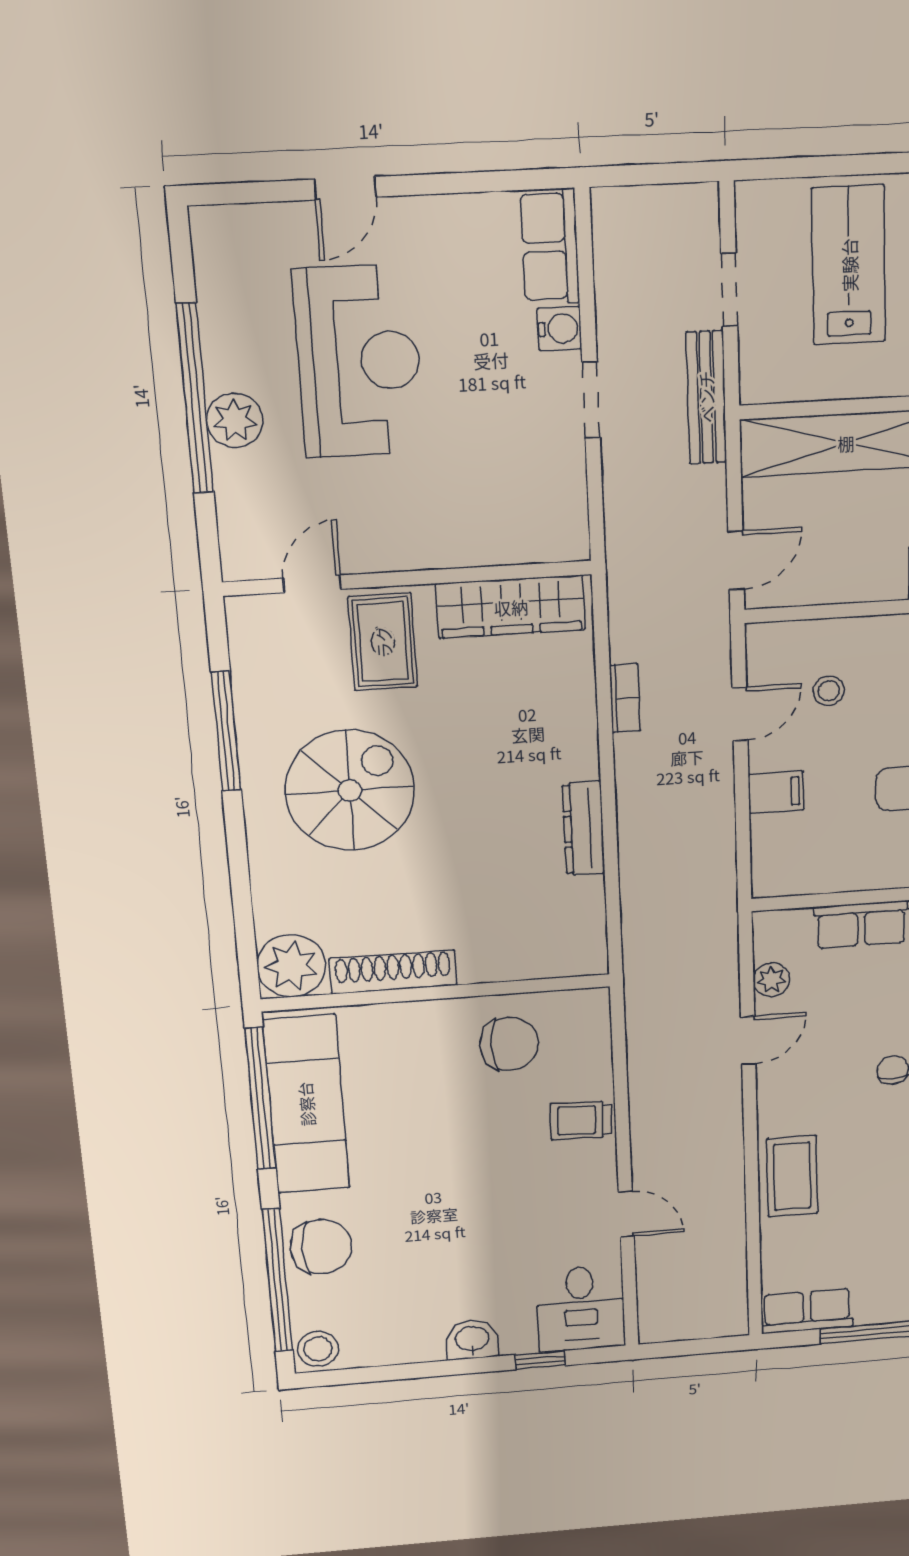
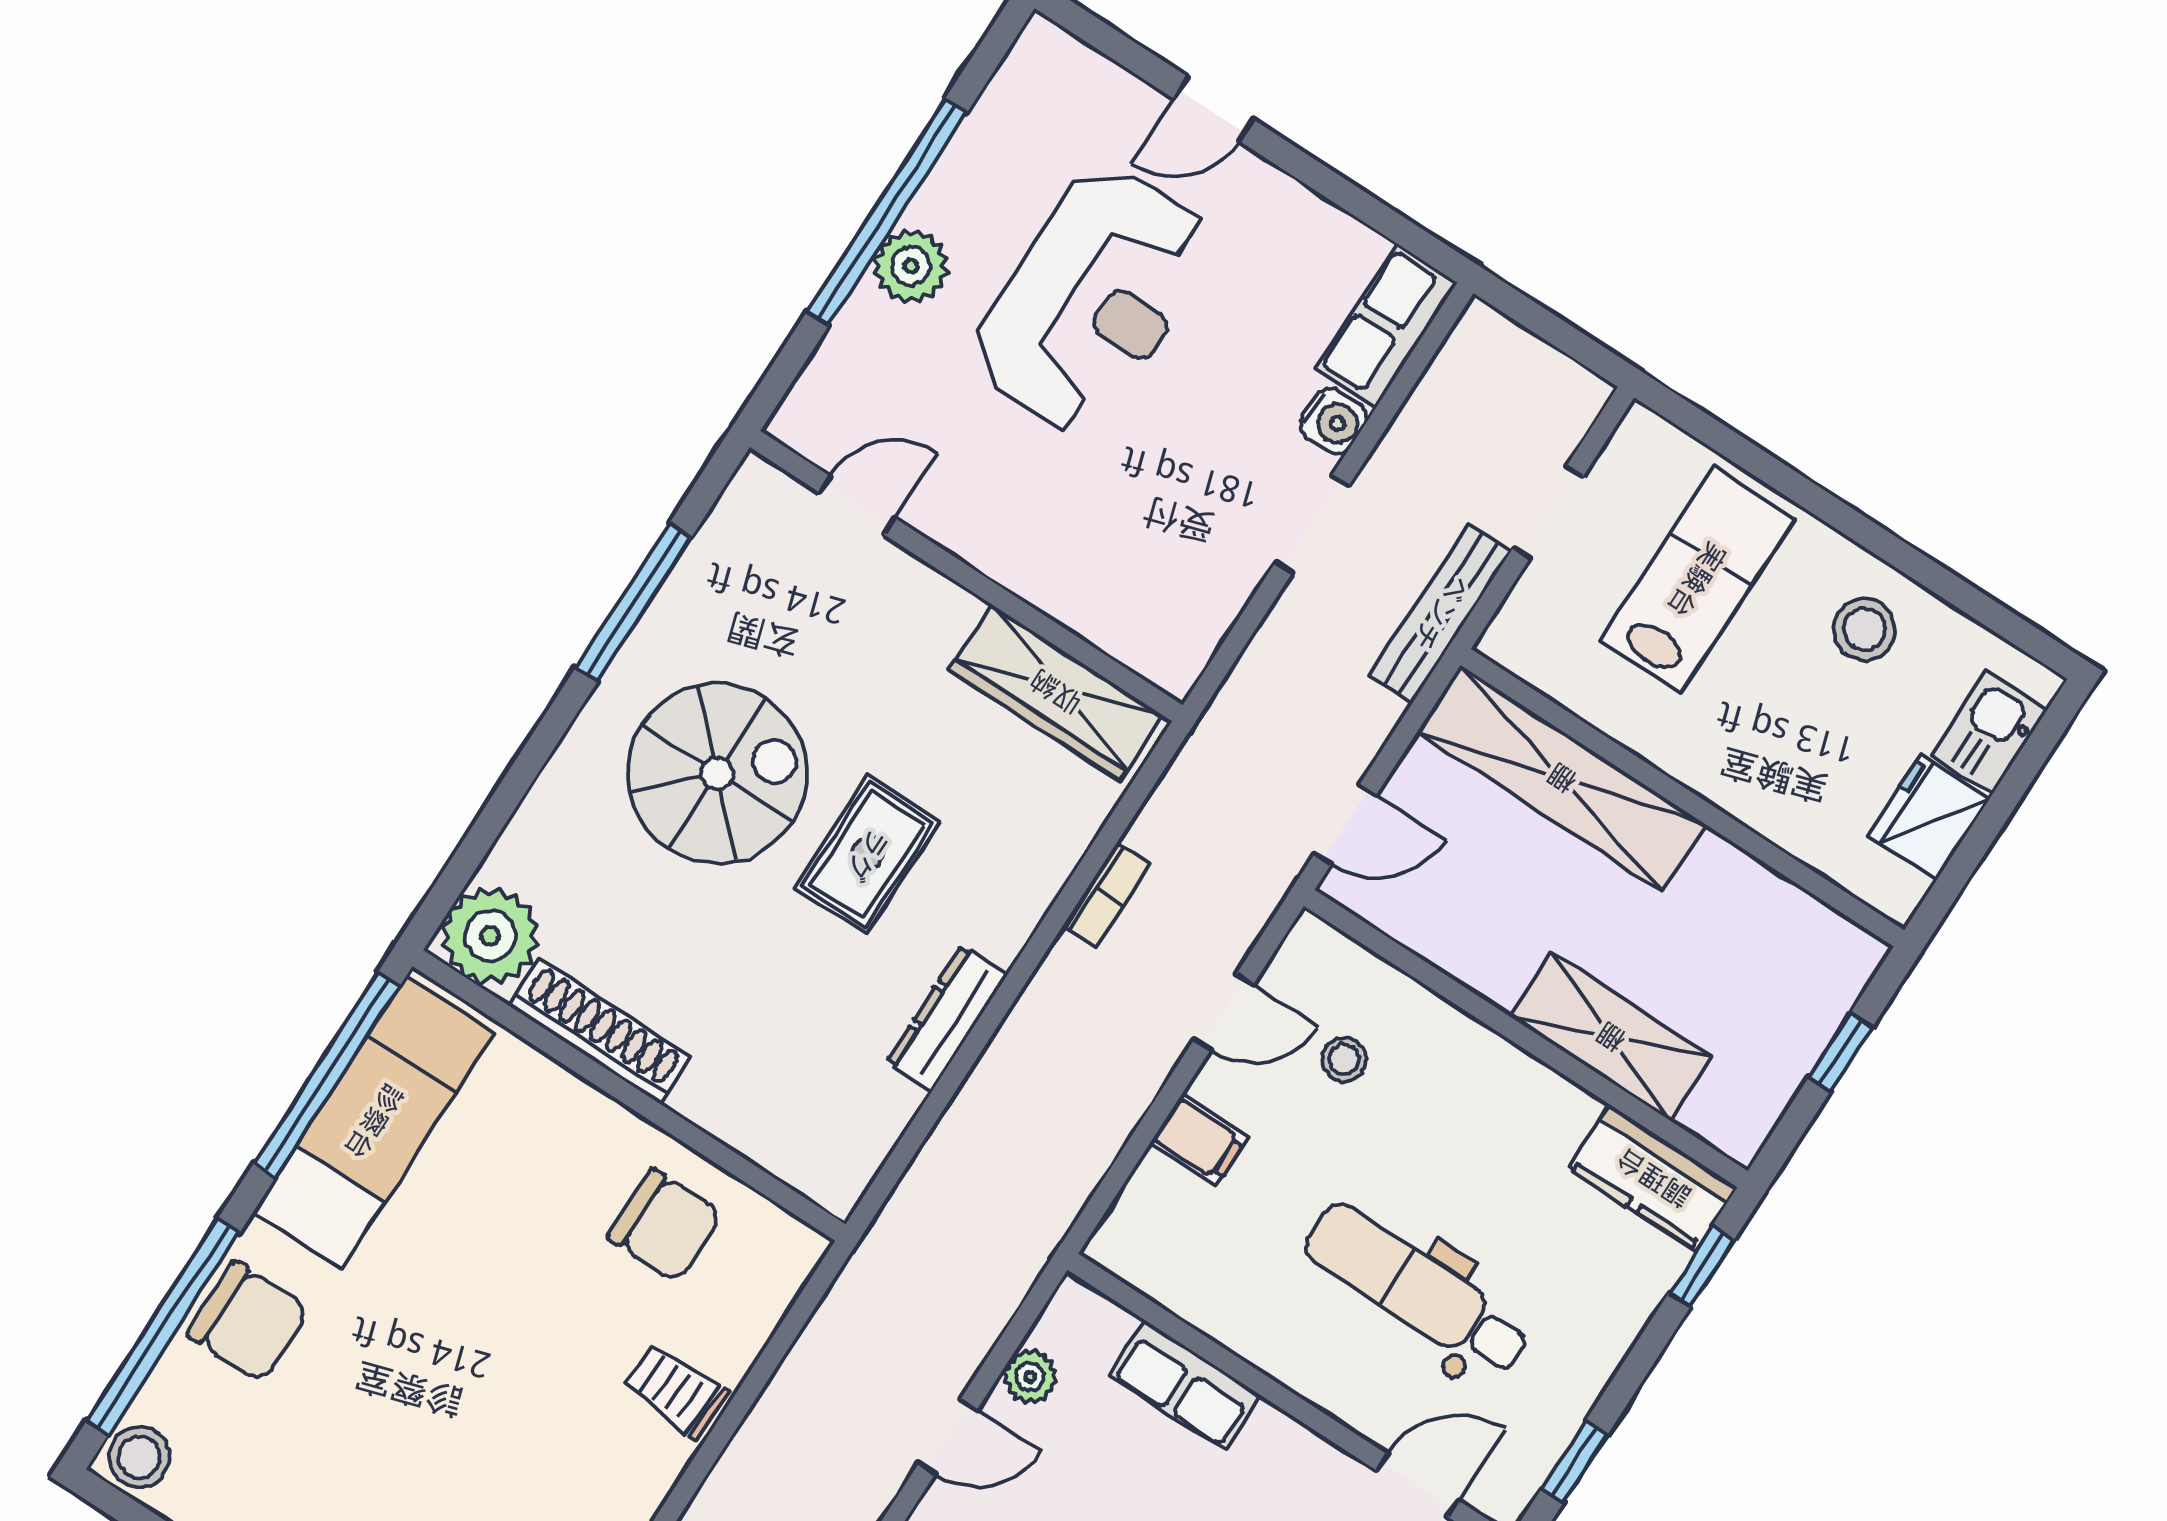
rug: (383, 642) -> (867, 855), moved

